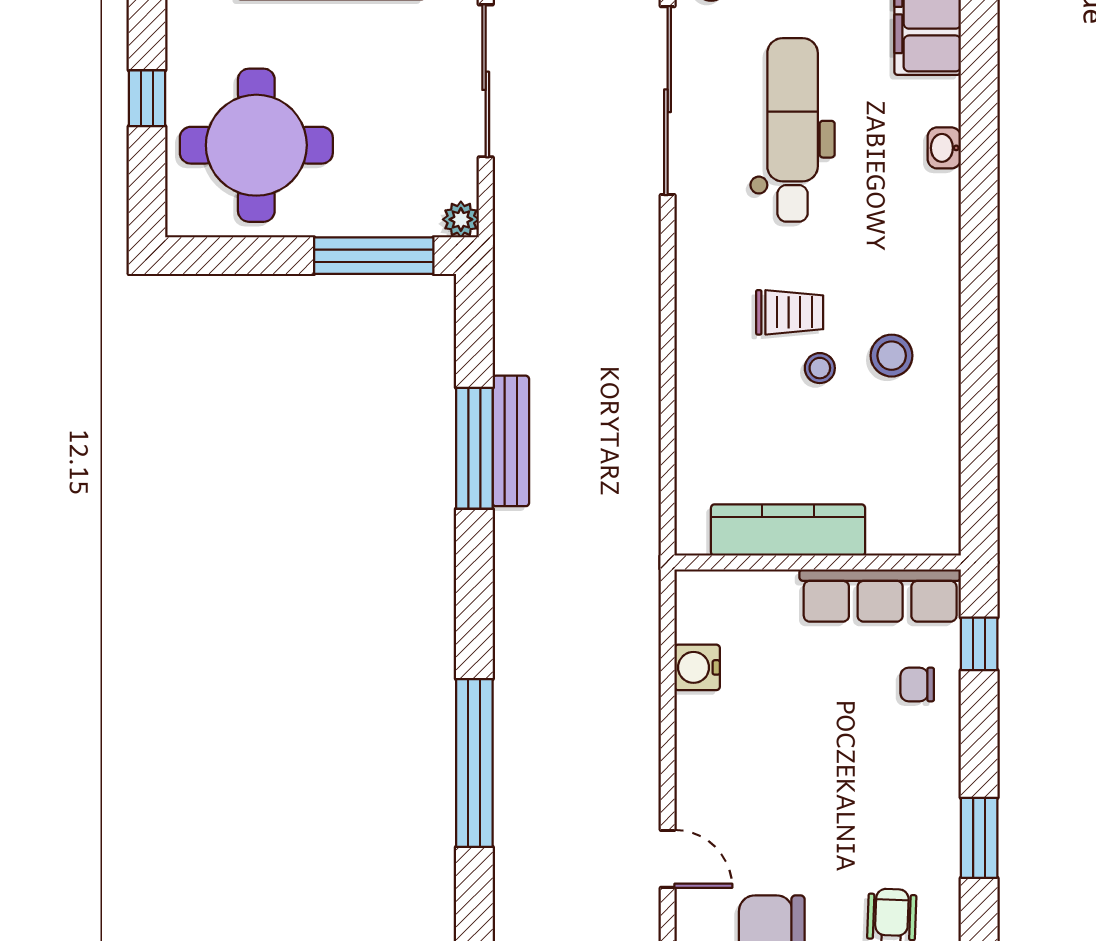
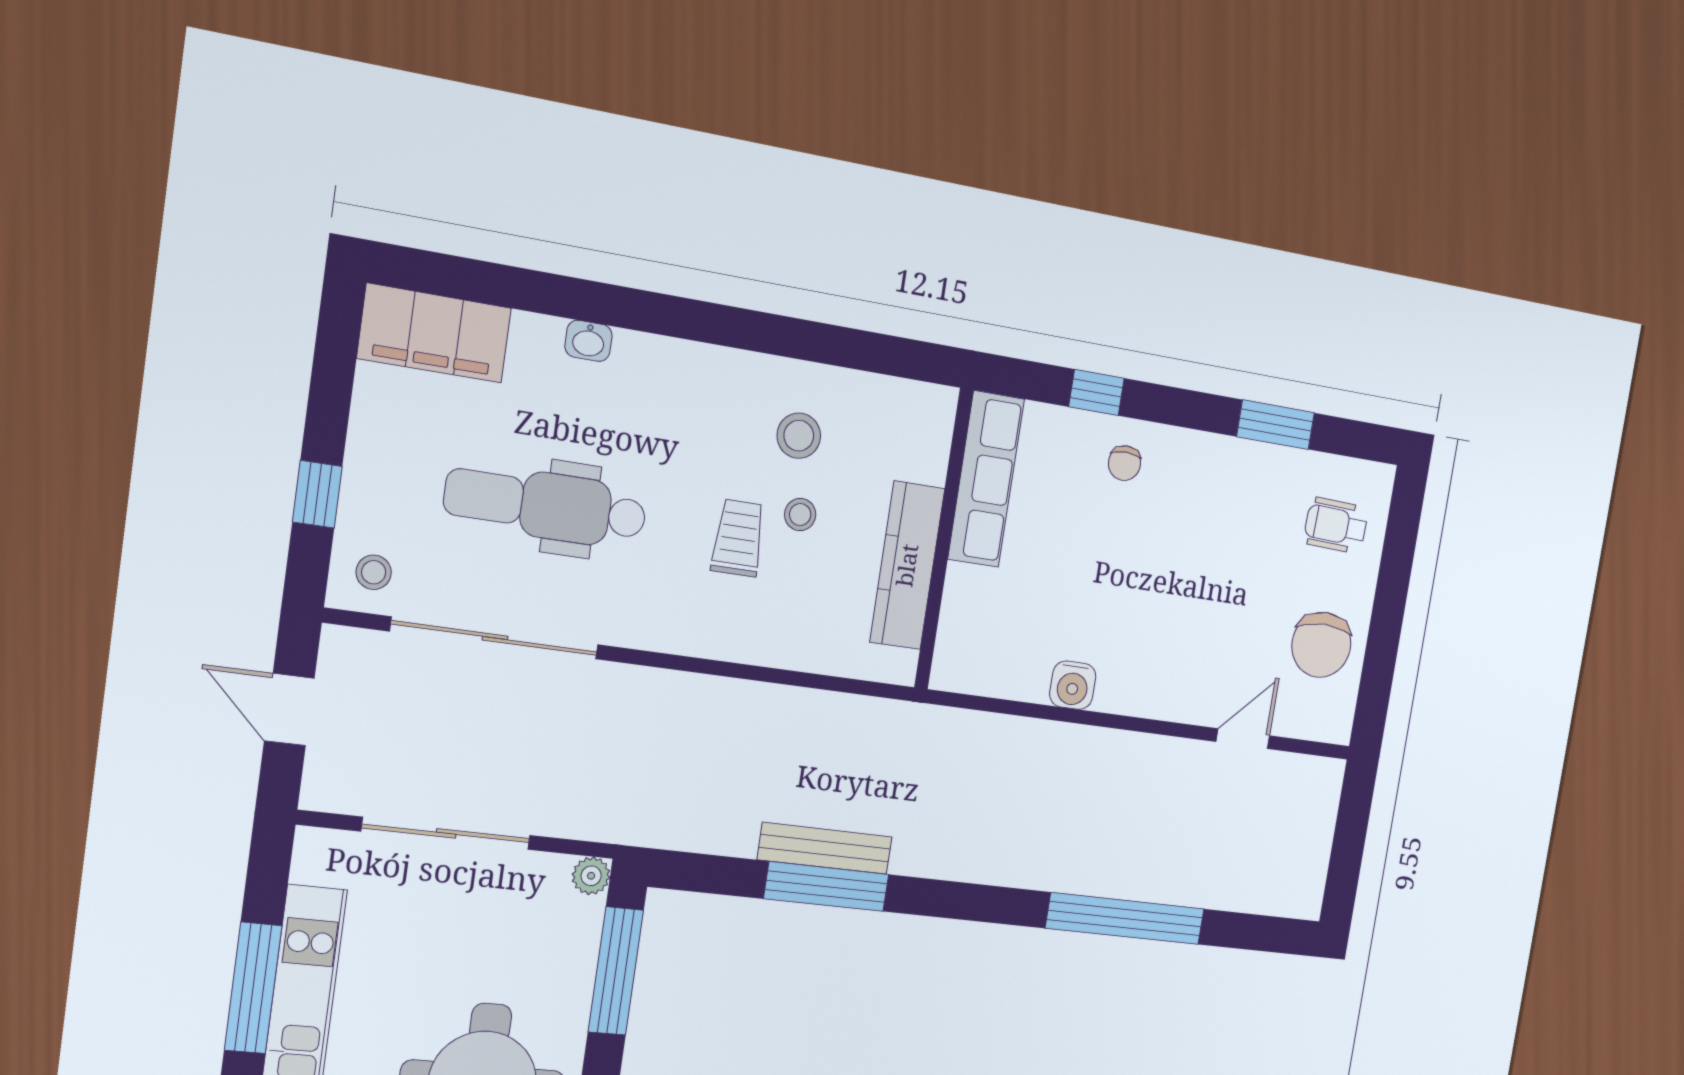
kitchen counter: (788, 530) -> (907, 565), moved
wall: (818, 563) -> (944, 539), moved
row of seats: (880, 595) -> (986, 479), moved

